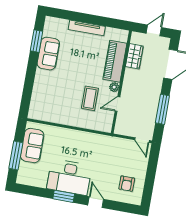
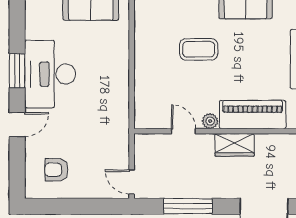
wardrobe: (134, 56) -> (235, 145), moved
coffee table: (90, 98) -> (199, 49), moved
door: (142, 140) -> (132, 182), hinge flipped

